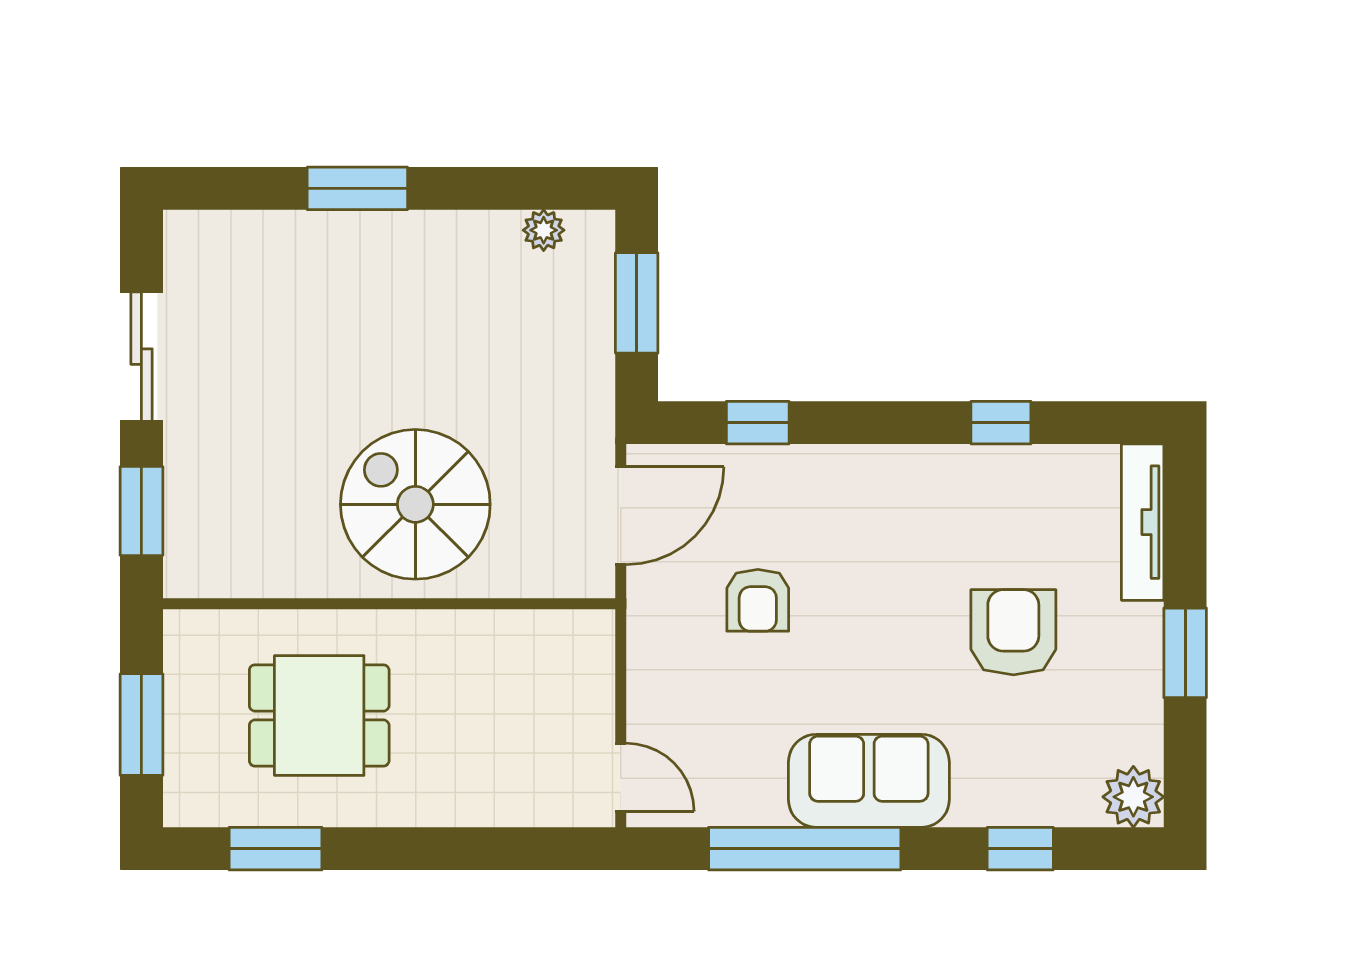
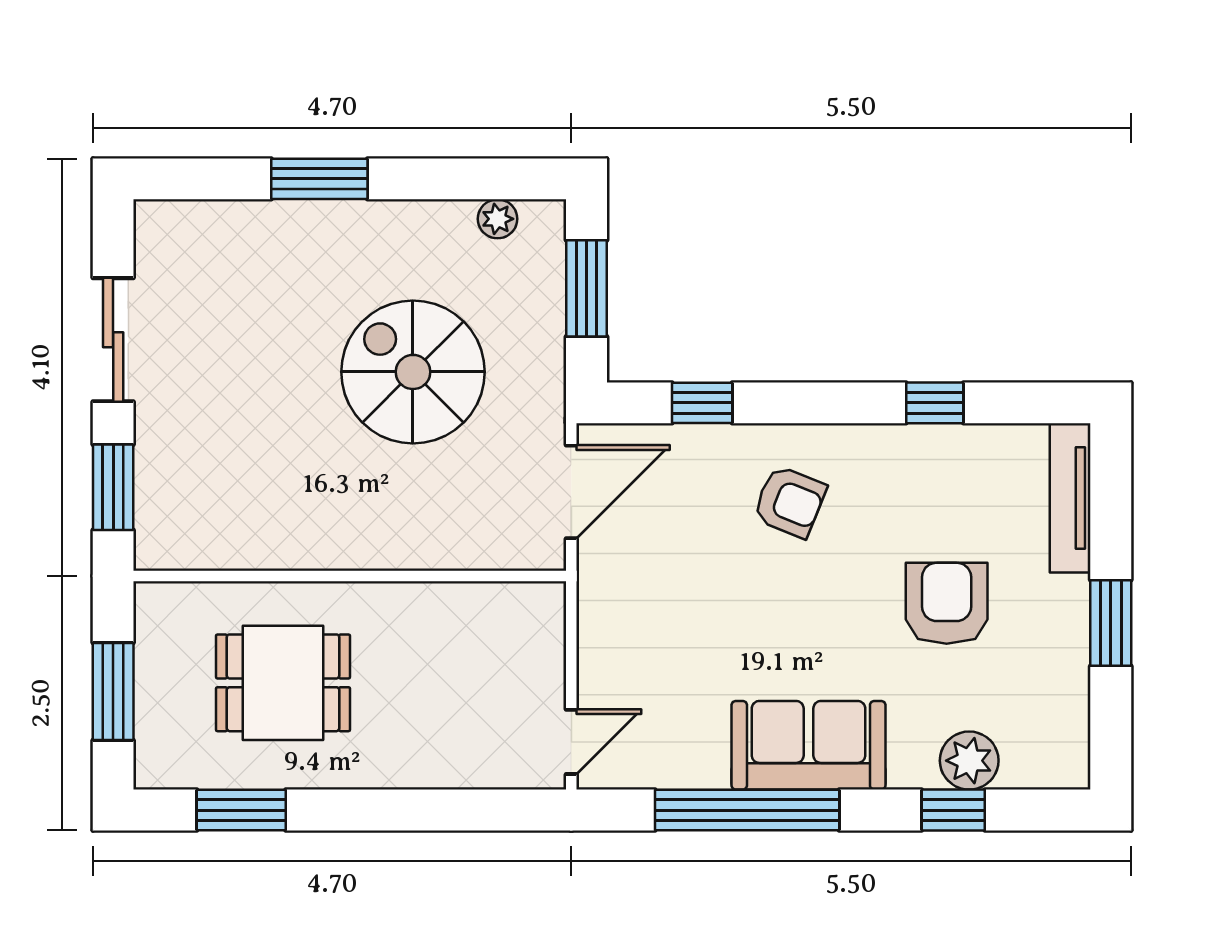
spiral stairs: (415, 504) -> (413, 372), moved
armchair: (758, 600) -> (790, 502), moved, turned -68
door: (621, 777) -> (571, 742), hinge flipped
plant: (1133, 797) -> (969, 761), moved

